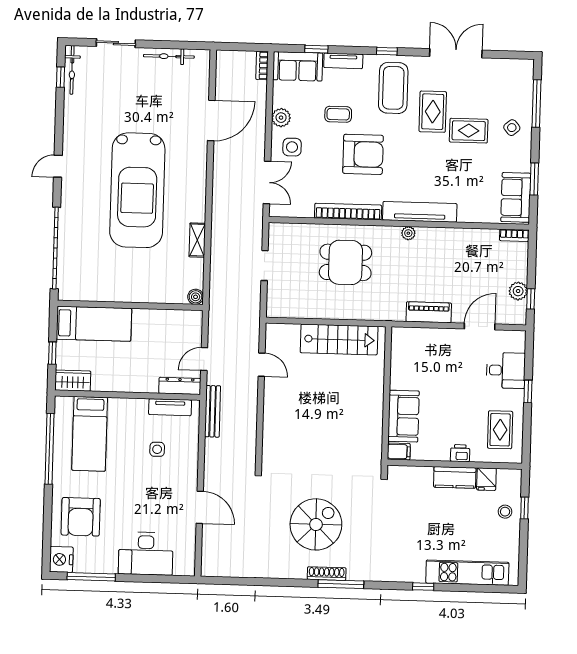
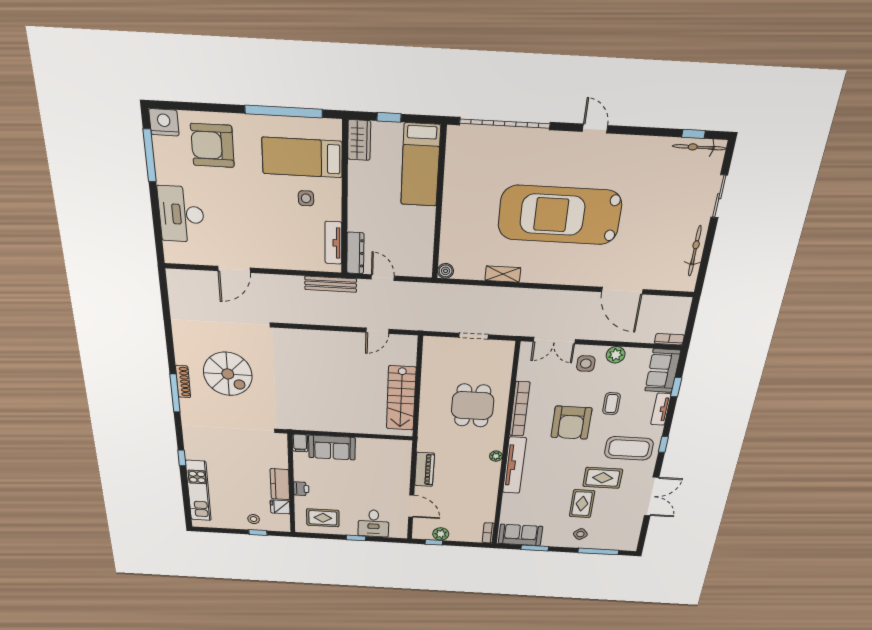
side table: (157, 449) -> (306, 198), moved

